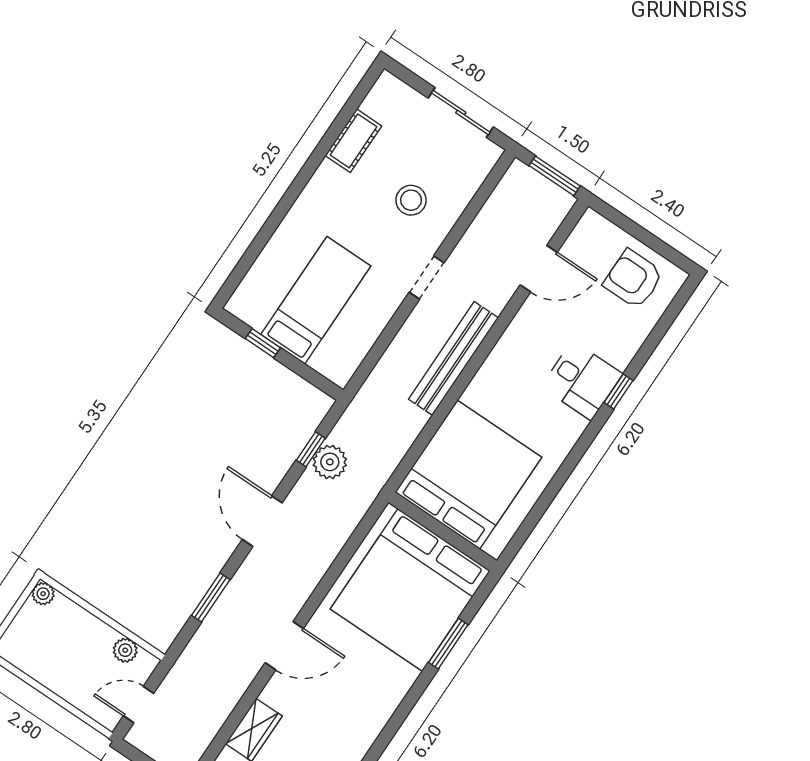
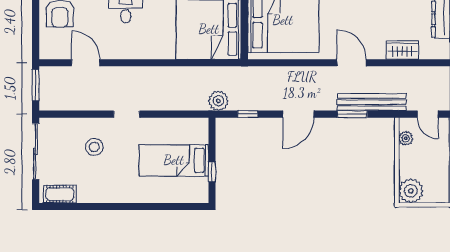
sliding door: (461, 113) -> (36, 151), width x1.37
cot: (353, 141) -> (60, 194), moved
bench: (453, 358) -> (372, 102), moved
plant: (330, 462) -> (218, 101), moved
plant: (43, 594) -> (411, 191), width x1.88, depth x1.88

